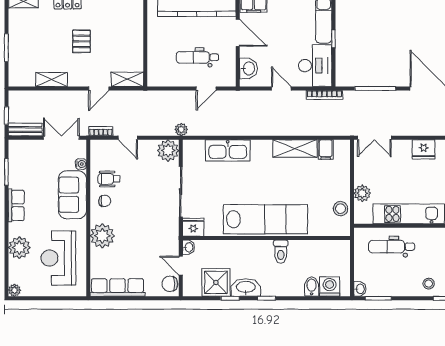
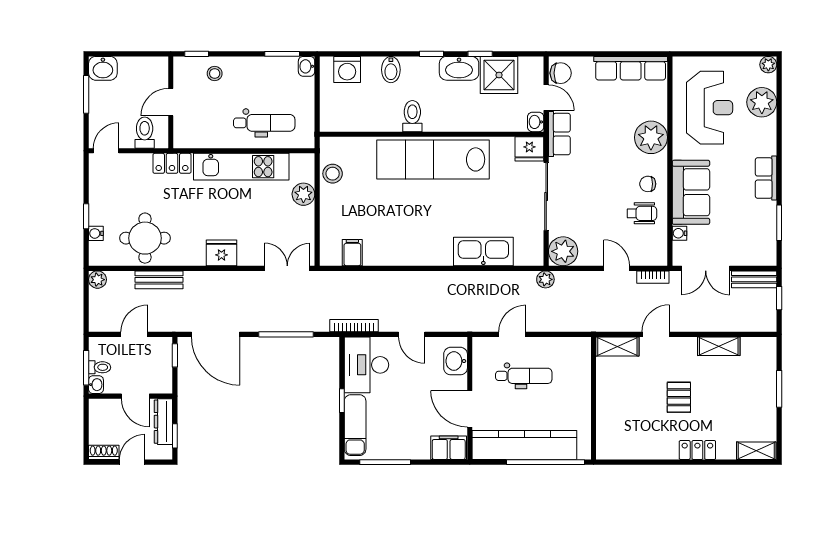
shelving: (295, 149) -> (393, 254), removed
row of seats: (171, 238) -> (559, 134), added
plant: (19, 248) -> (762, 102), moved
bidet: (312, 286) -> (391, 70), moved

